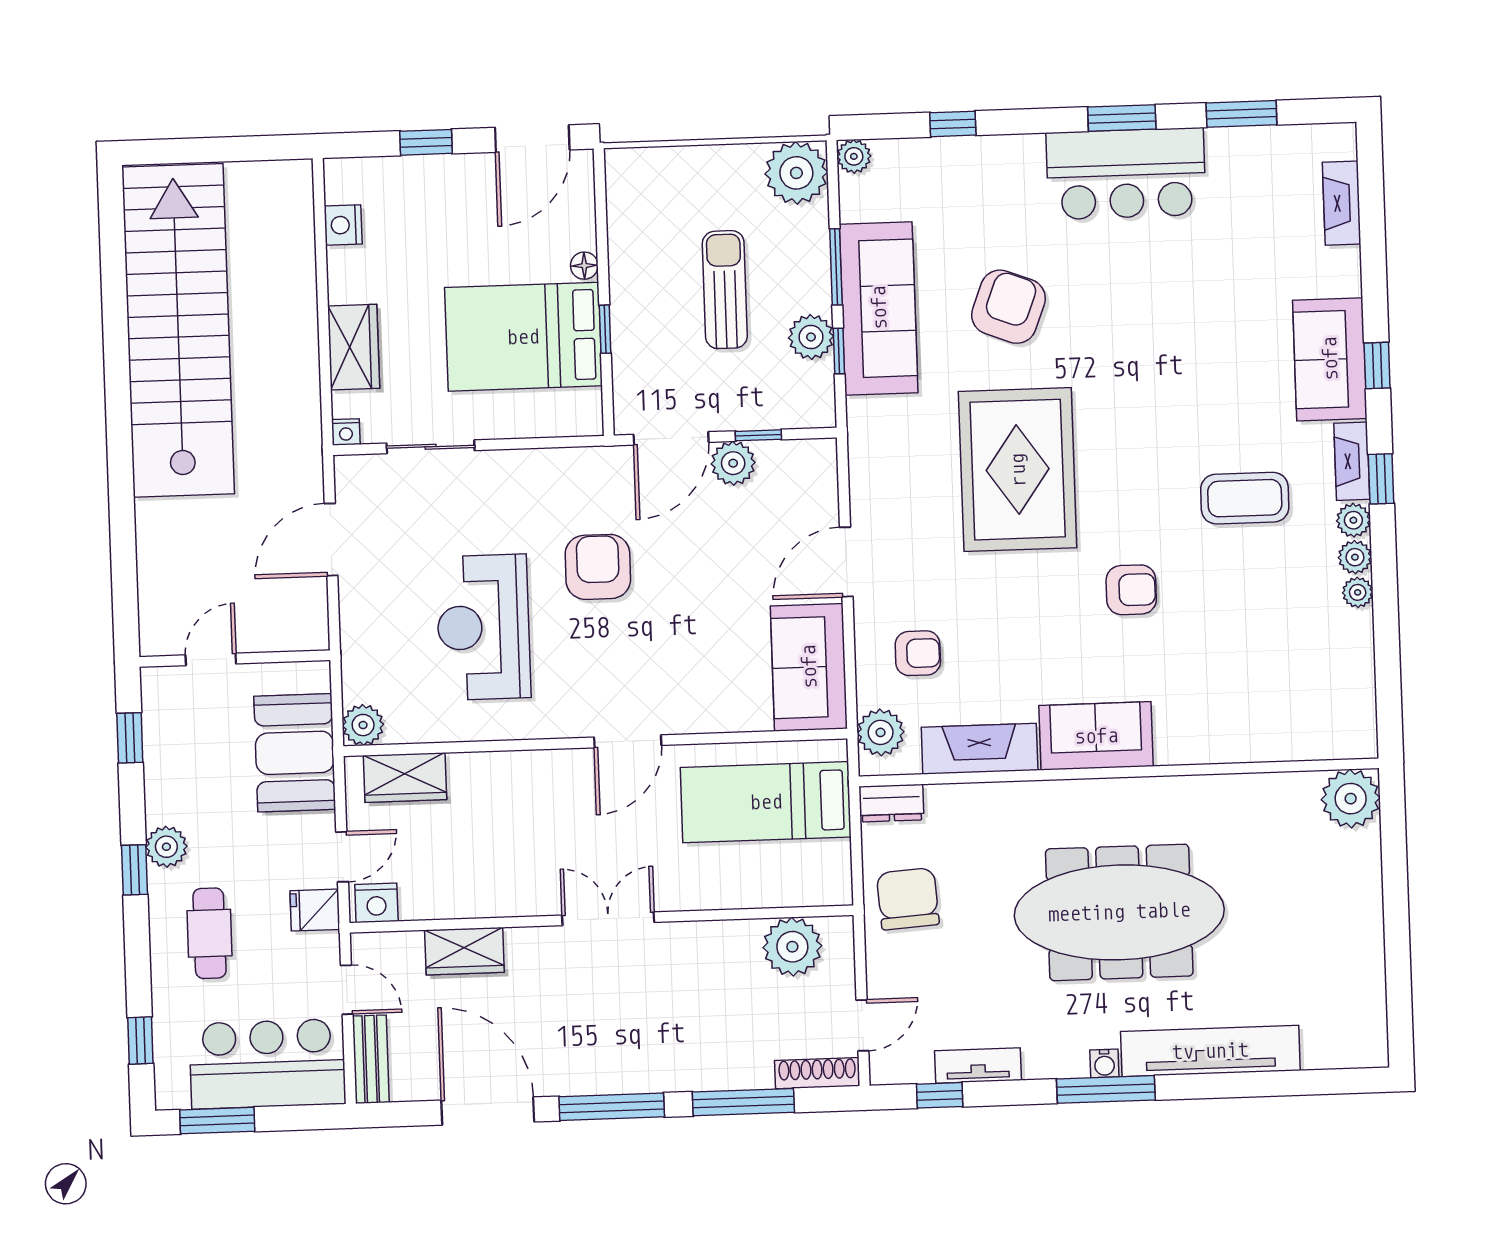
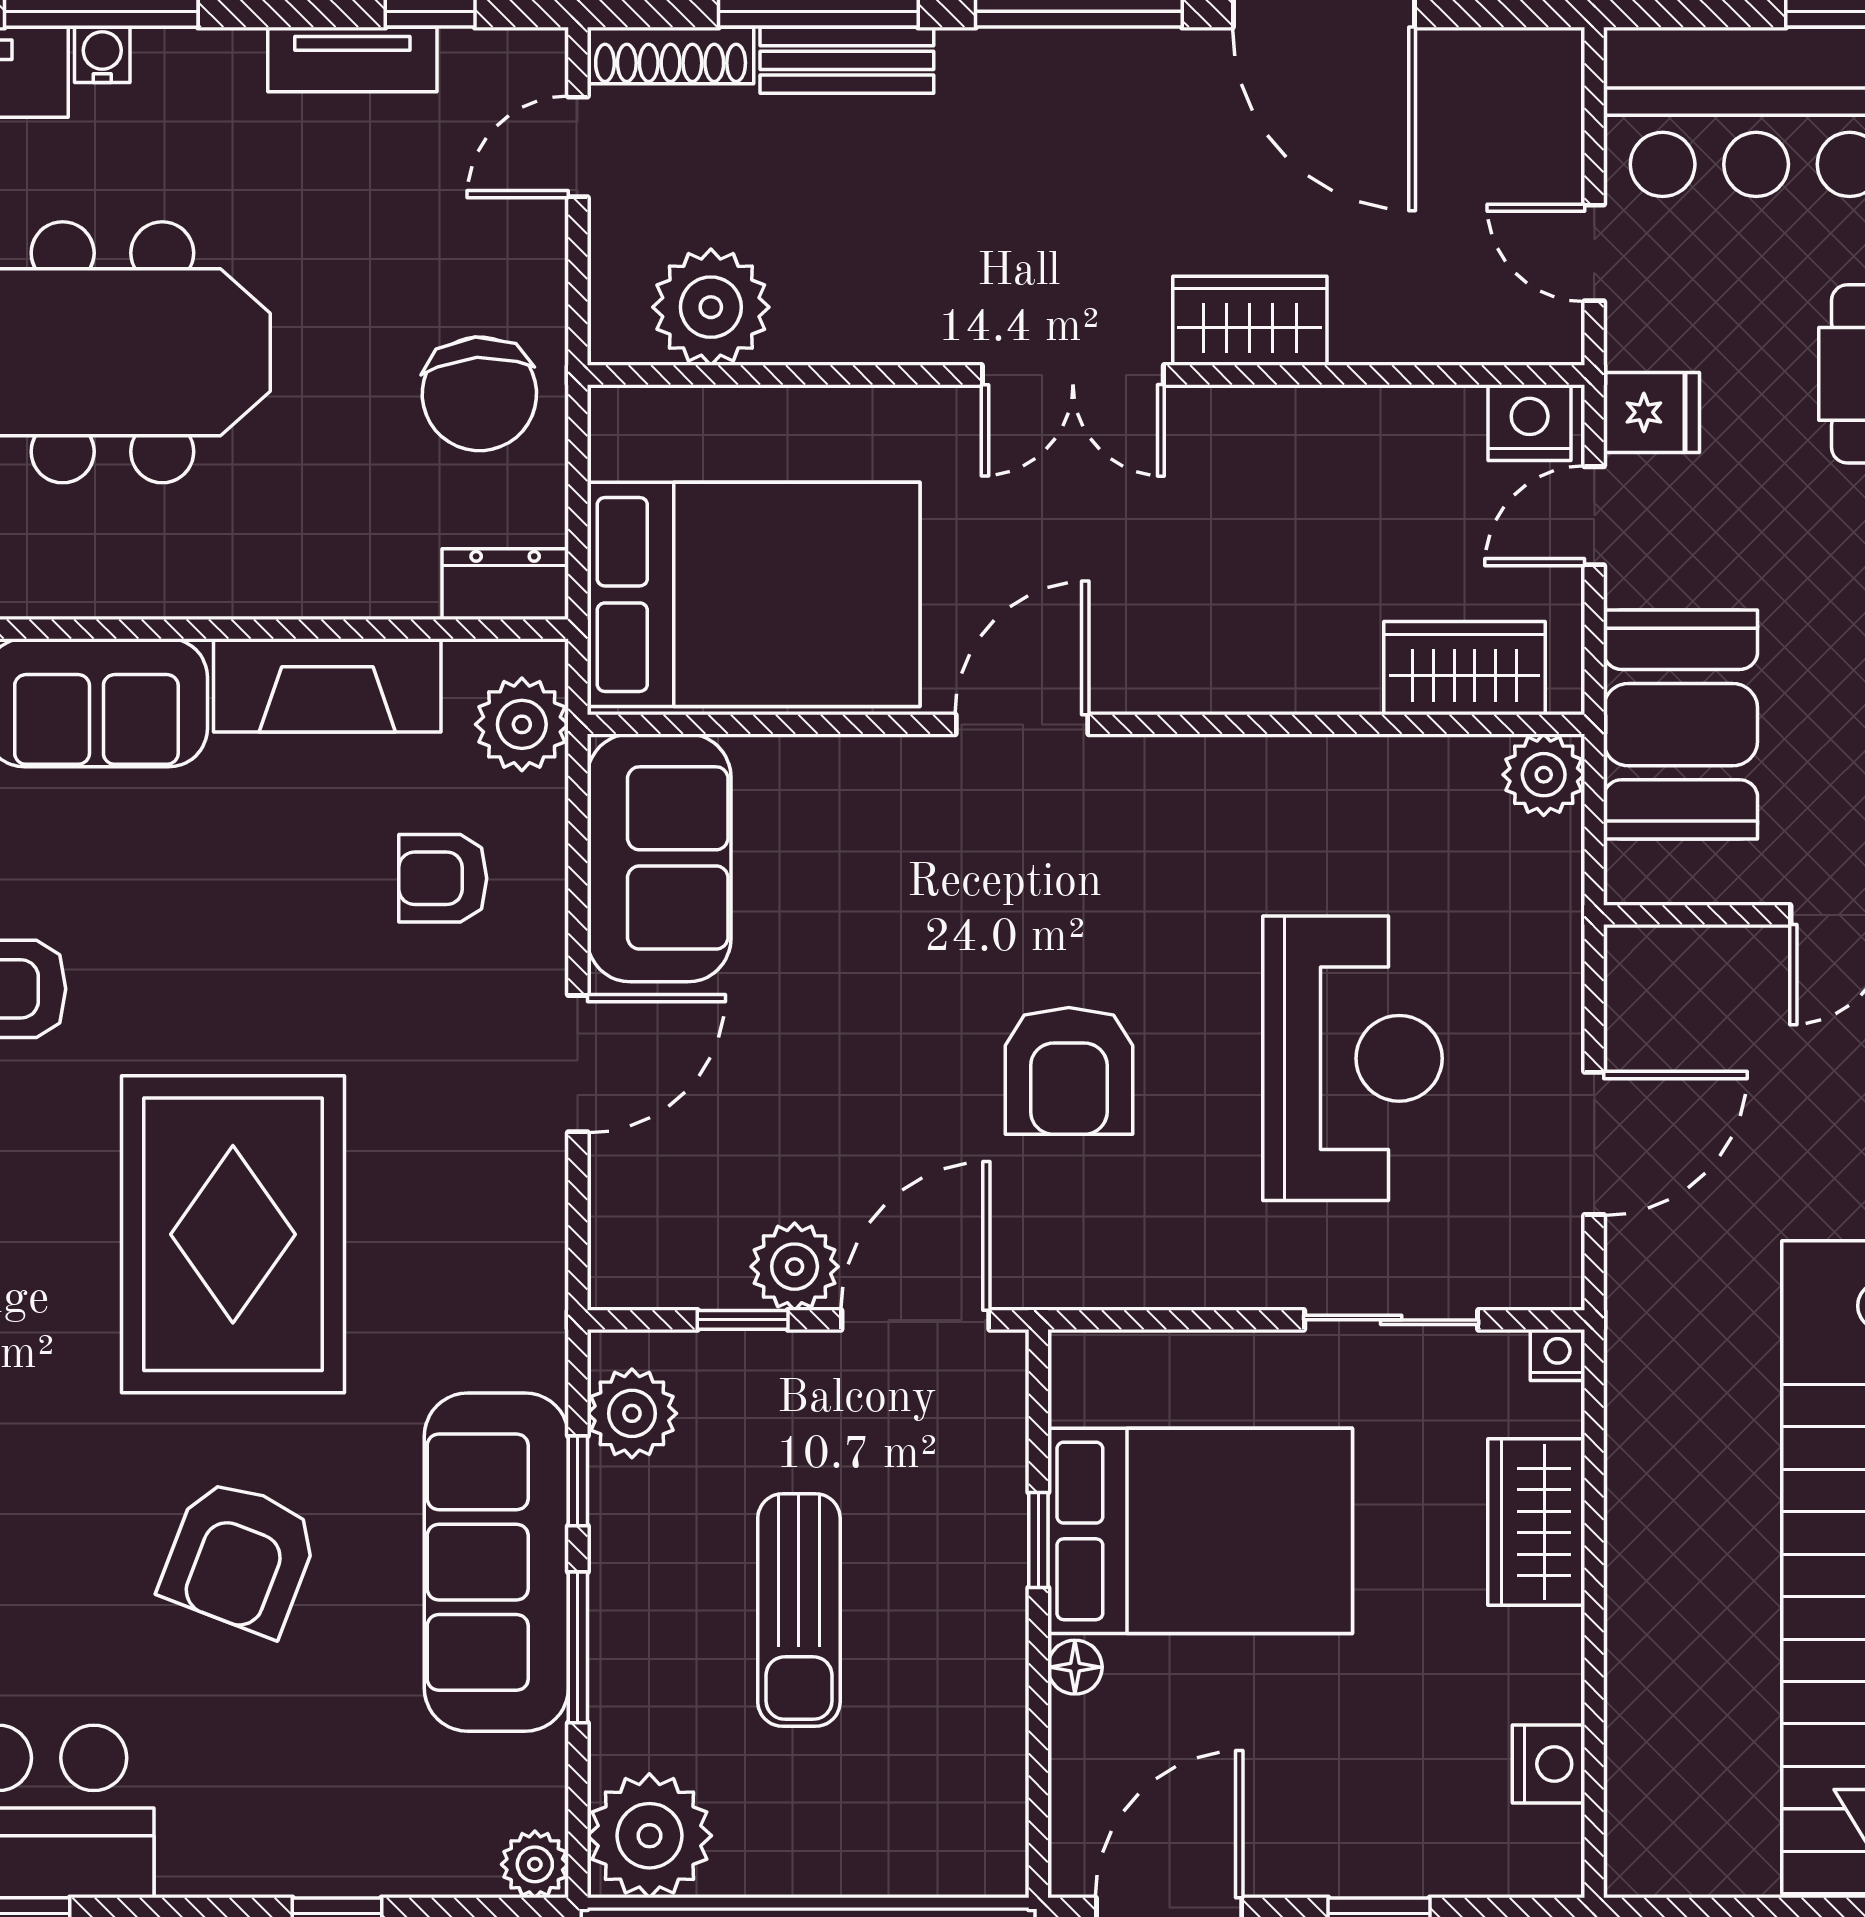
plant: (811, 337) -> (632, 1413), moved
reception desk: (483, 627) -> (1353, 1058), moved
bed: (766, 802) -> (754, 594), width x1.50
wardrobe: (464, 951) -> (1250, 321), moved
bench: (371, 1059) -> (847, 60), moved, turned 90

